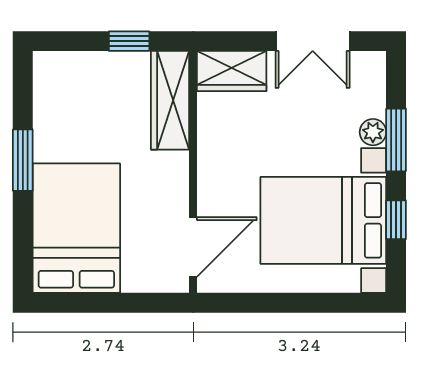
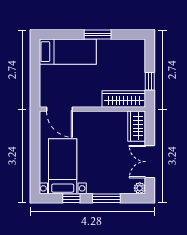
plant: (373, 132) -> (140, 188), moved
bed with nightstands: (323, 220) -> (63, 166), width x0.73
bed: (76, 228) -> (68, 52), width x0.67

